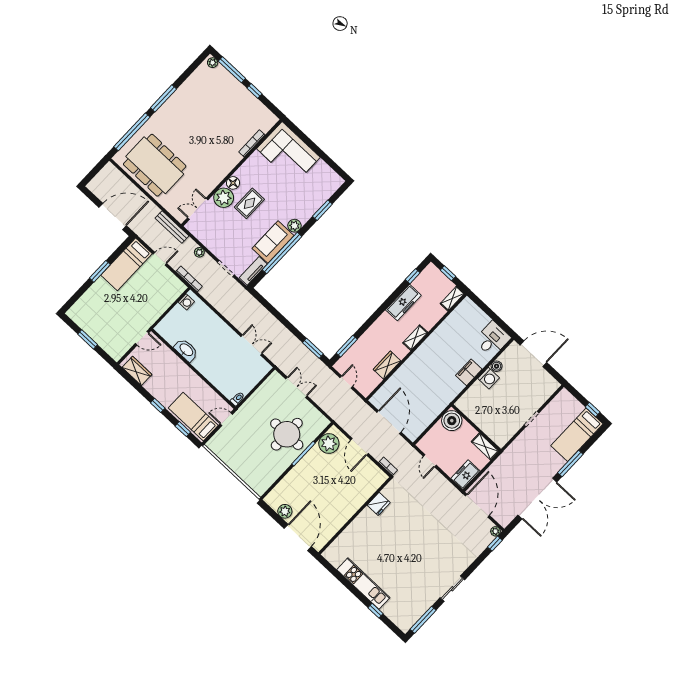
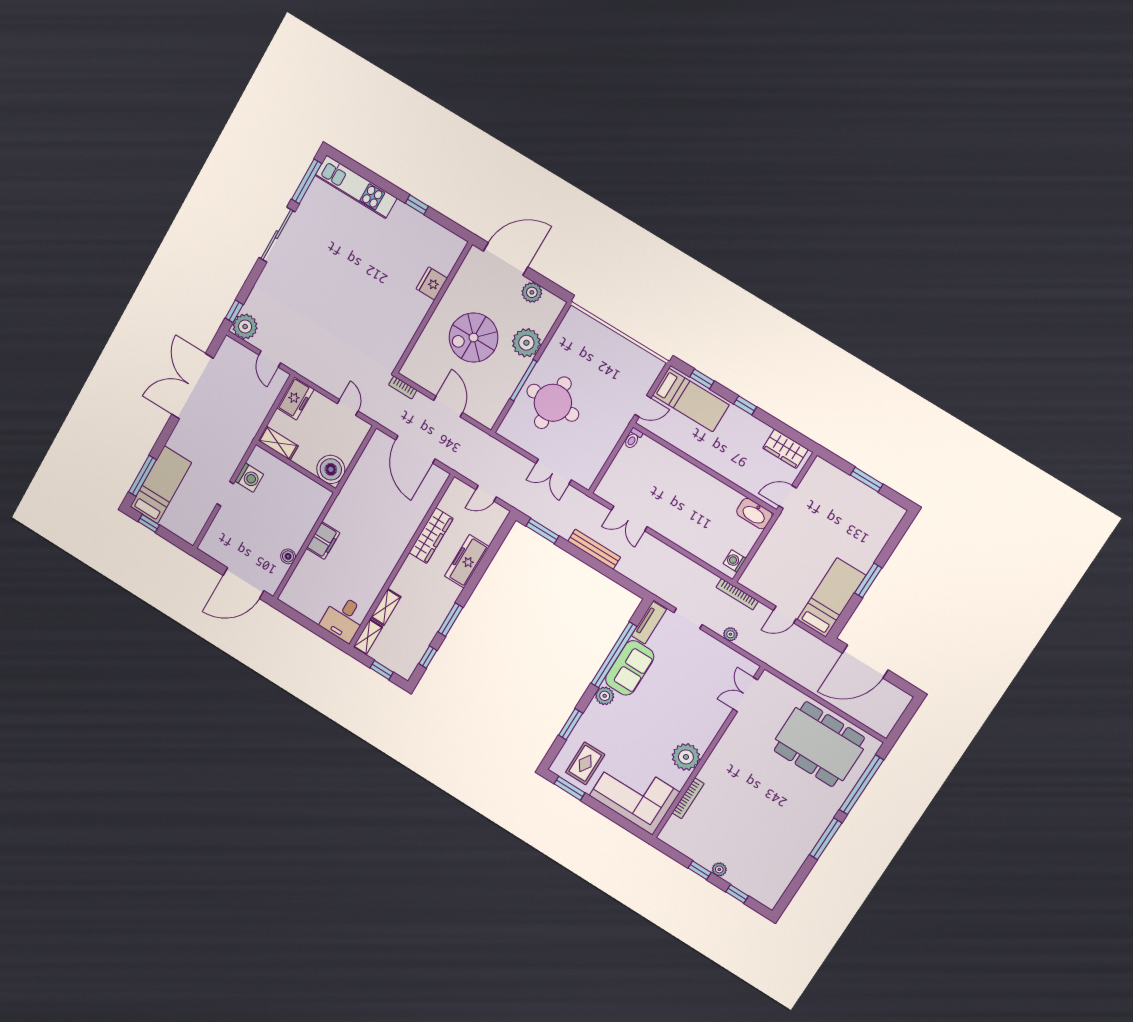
plant: (213, 63) -> (719, 869), moved
window: (232, 70) -> (737, 894), width x0.46
window: (333, 165) -> (570, 788), added
floor lamp: (233, 183) -> (703, 739), removed
plant: (224, 198) -> (686, 757), moved
rug: (249, 203) -> (585, 763), moved
double door: (198, 209) -> (745, 694), swing flipped
bench: (172, 227) -> (594, 549), moved
freezer: (403, 303) -> (467, 561), moved
shelving: (415, 338) -> (386, 607), moved
desk: (492, 339) -> (344, 618), moved
window: (347, 346) -> (450, 620), moved
washbasin: (186, 350) -> (754, 514), moved
wardrobe: (387, 365) -> (431, 536), width x1.50
washing machine: (489, 378) -> (249, 478), moved, turned 180
door: (346, 382) -> (486, 493), hinge flipped
plant: (329, 444) -> (526, 343), moved
window: (570, 464) -> (142, 476), moved
spiral stairs: (331, 490) -> (474, 338), added
fridge: (379, 504) -> (432, 283), moved
door: (477, 506) -> (270, 359), width x0.53
plant: (496, 531) -> (245, 327), width x1.88, depth x1.88
door: (298, 537) -> (506, 259), swing flipped
kitchen unit: (363, 584) -> (356, 187), moved
sliding door: (452, 589) -> (277, 235), width x1.37
window: (376, 611) -> (417, 205), moved

